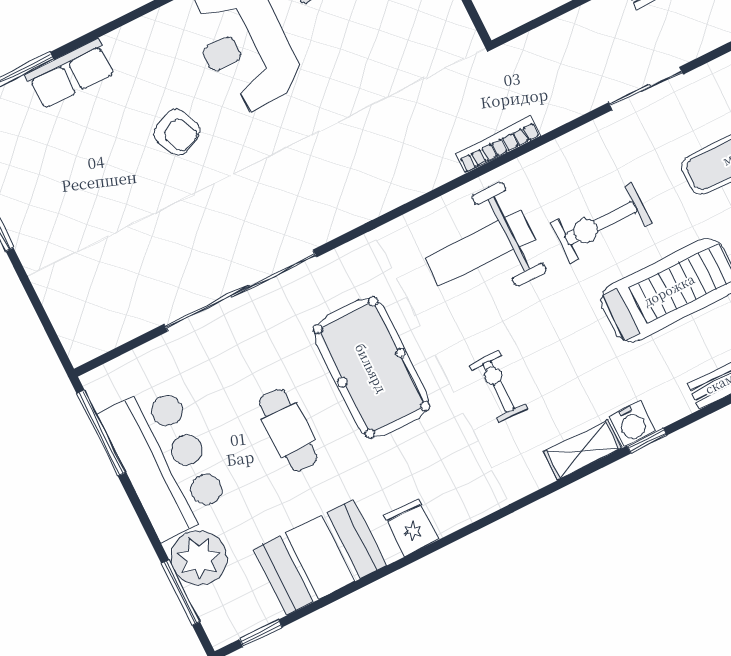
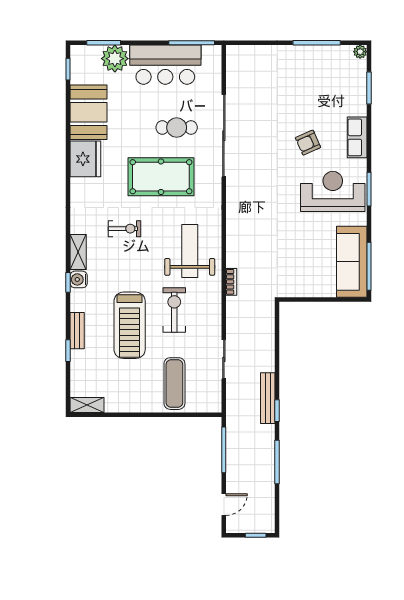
row of seats: (70, 74) -> (357, 137), moved
bookcase: (498, 145) -> (231, 282), width x0.64
cafe table: (288, 430) -> (177, 128), moved
fridge: (411, 528) -> (85, 159), width x1.88, depth x1.34

